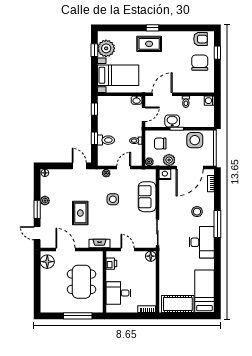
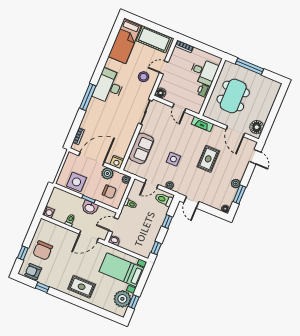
window: (153, 28) -> (42, 287), moved
toilet: (106, 140) -> (164, 200), moved
window: (37, 209) -> (239, 194), moved
stool: (197, 212) -> (143, 77), moved
printer: (111, 264) -> (203, 91), moved
door: (157, 281) -> (164, 68), added

